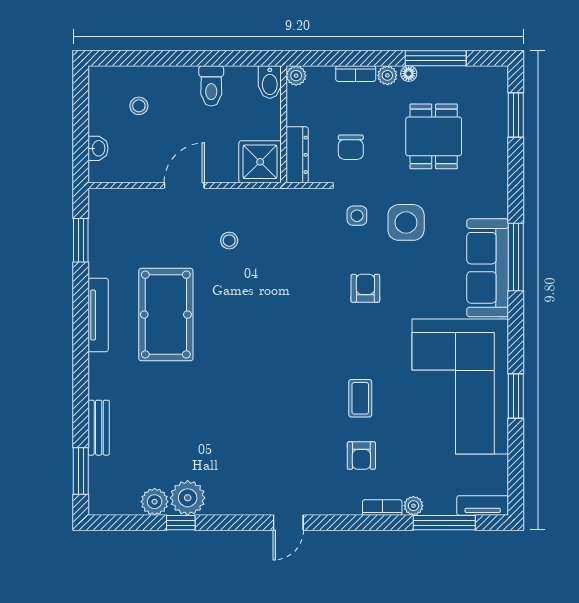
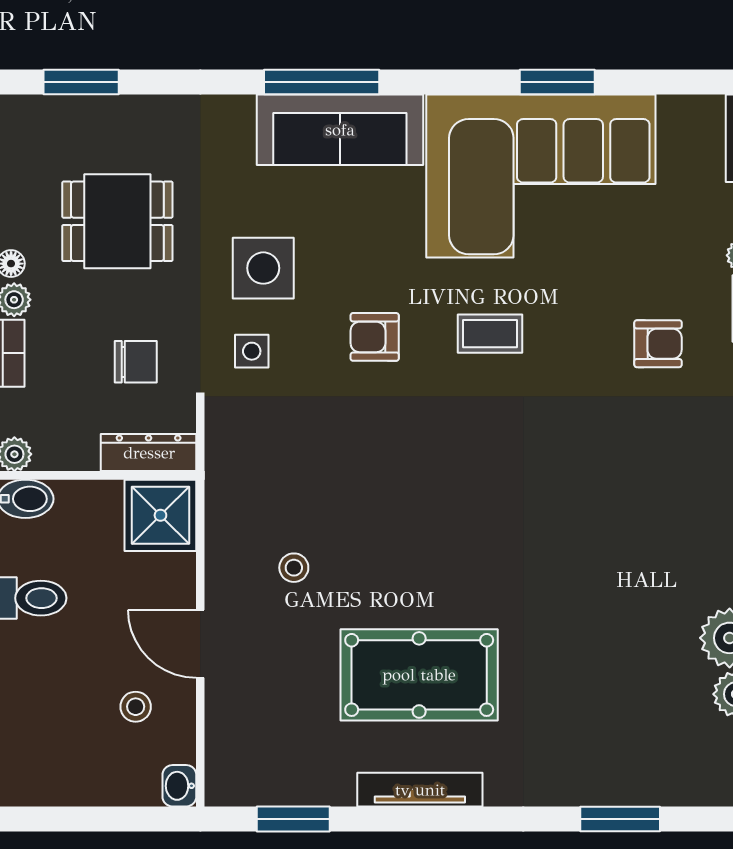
stool: (139, 106) -> (136, 707), moved
washbasin: (98, 148) -> (179, 786), moved, turned -90
coffee table: (360, 398) -> (490, 334), moved
bench: (99, 428) -> (611, 789), removed
window: (81, 471) -> (620, 819), moved

